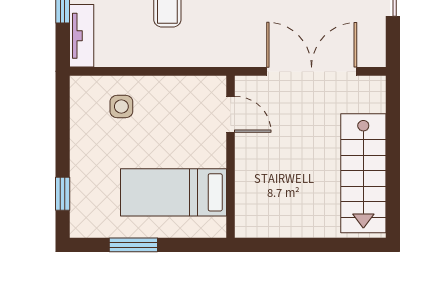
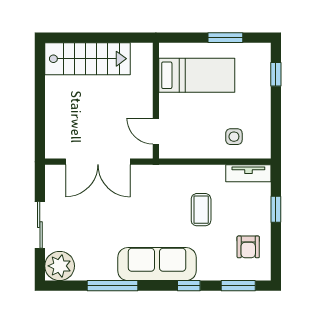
tv unit: (82, 36) -> (248, 173), moved, turned -90
stairs: (363, 173) -> (87, 59), moved, turned 90

